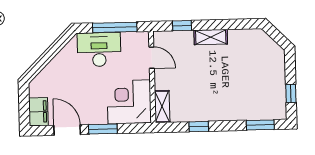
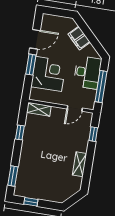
shelving: (211, 37) -> (79, 164), moved
corner desk: (129, 102) -> (49, 74), moved
filing cabinet: (38, 112) -> (79, 38), moved, turned 45

